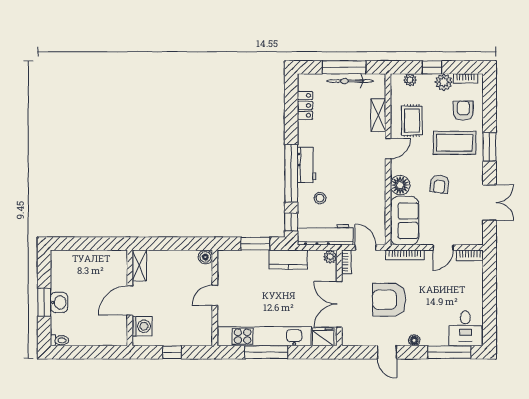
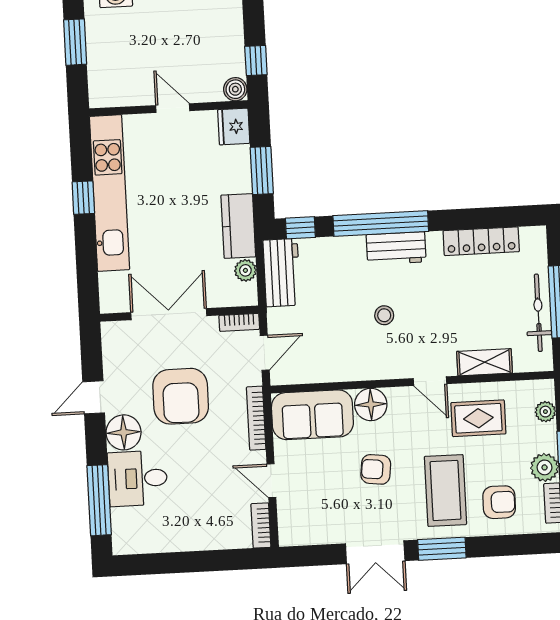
locker: (305, 105) -> (481, 241), width x1.53
stool: (320, 198) -> (384, 315), moved
double door: (490, 203) -> (375, 552), moved
workbench: (325, 235) -> (282, 273), width x0.73
window: (189, 244) -> (256, 60), added
plant: (330, 257) -> (245, 270), moved
armchair: (389, 300) -> (181, 396), turned 180
desk: (465, 328) -> (138, 478), moved
fridge: (323, 337) -> (234, 126), moved, turned 180
floor lamp: (414, 340) -> (124, 432), width x1.89, depth x1.89
window: (172, 352) -> (75, 42), width x1.50
window: (266, 352) -> (83, 198), width x0.46

